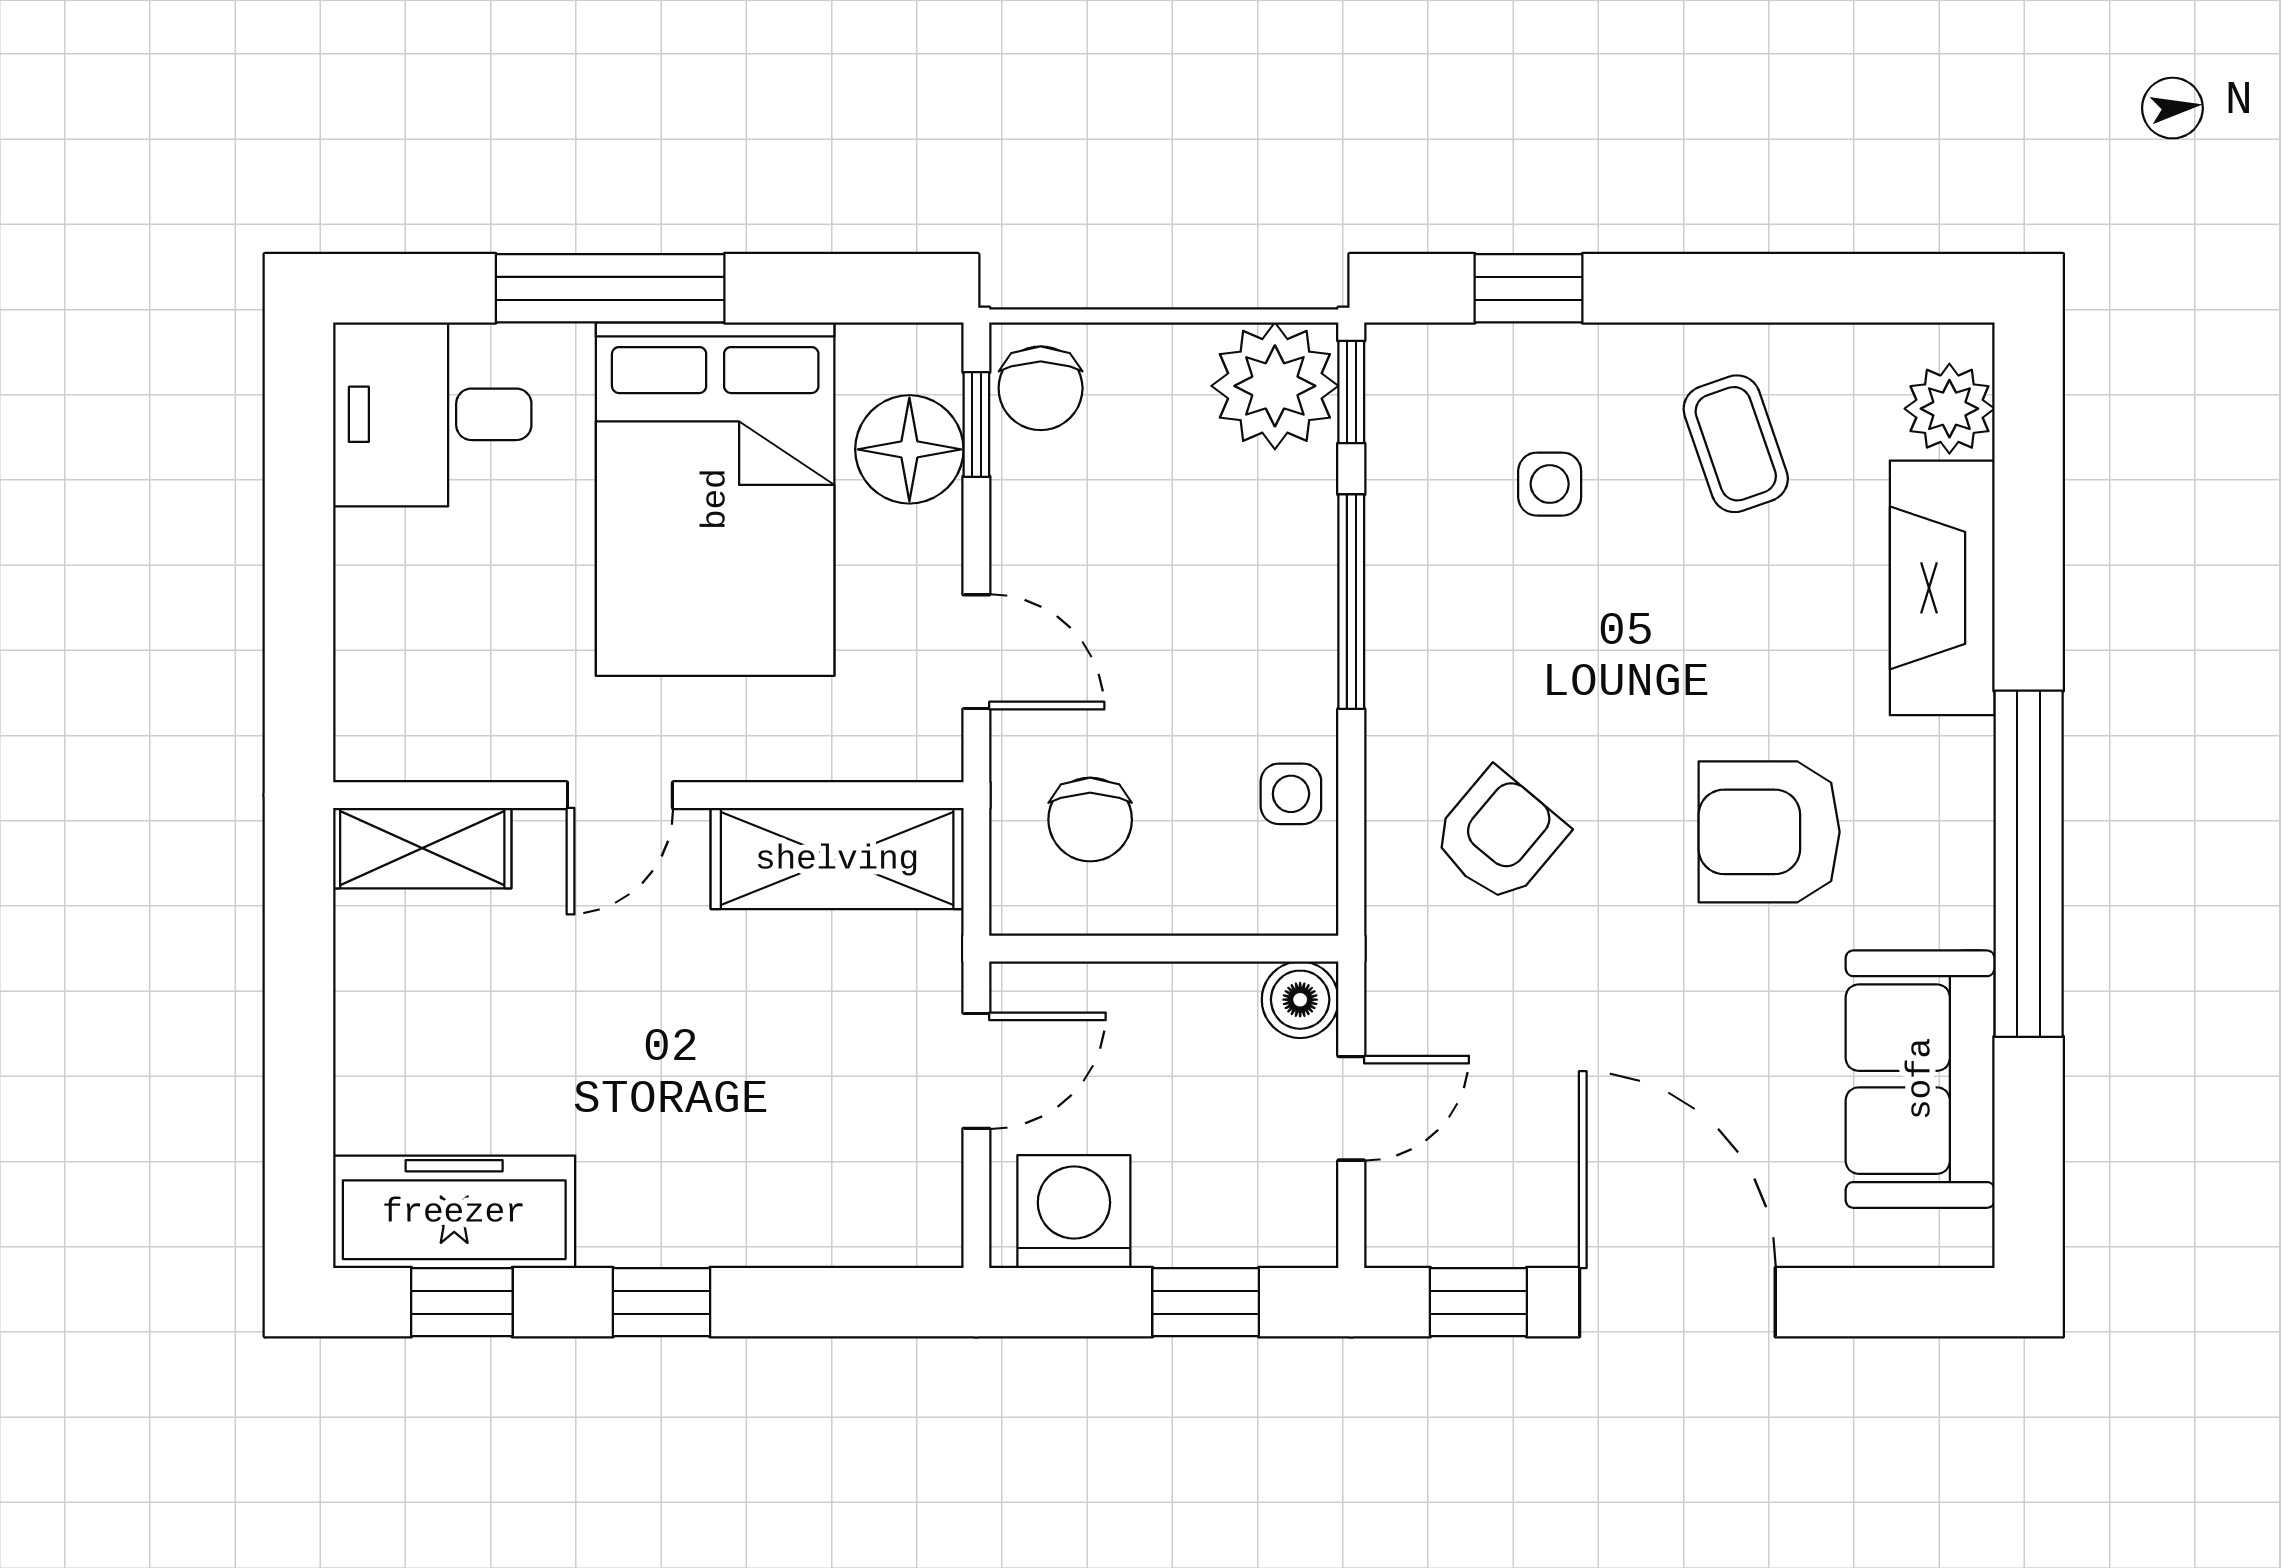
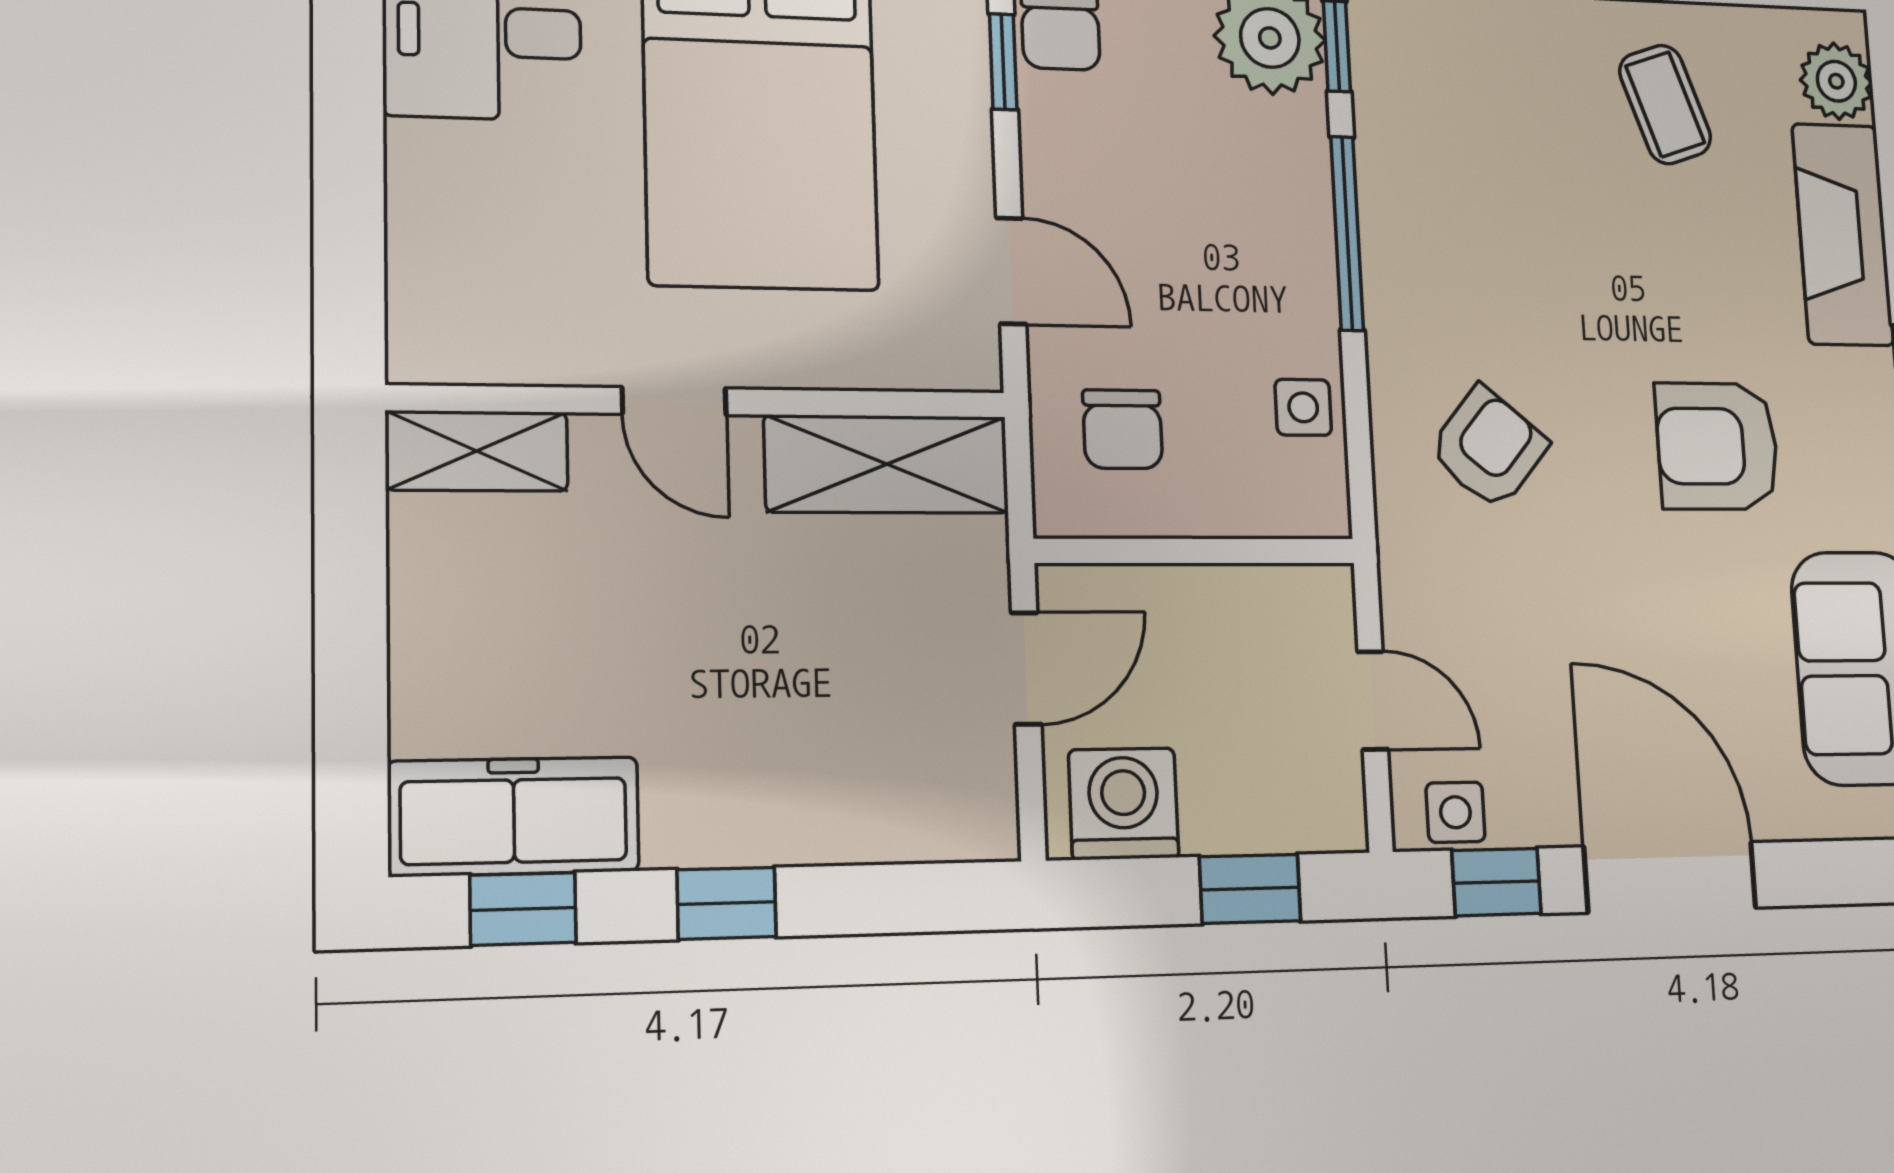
floor lamp: (909, 449) -> (942, 82), removed
side table: (1550, 484) -> (1455, 812), moved
door: (620, 795) -> (674, 401), hinge flipped
boiler: (1300, 1000) -> (1321, 599), removed
door: (1351, 1108) -> (1373, 700), hinge flipped

